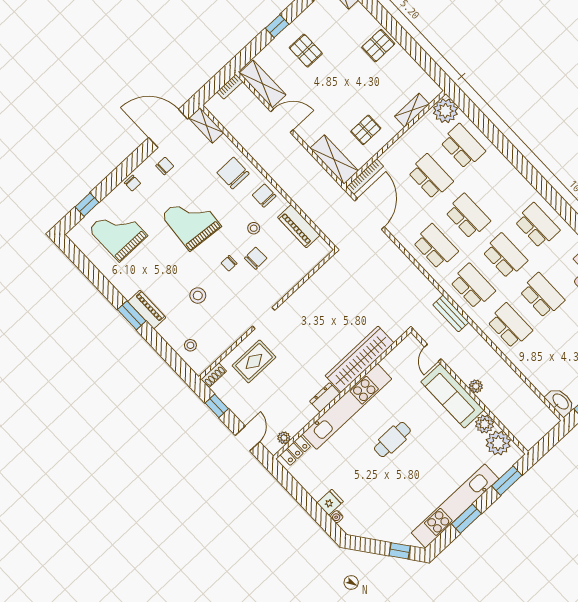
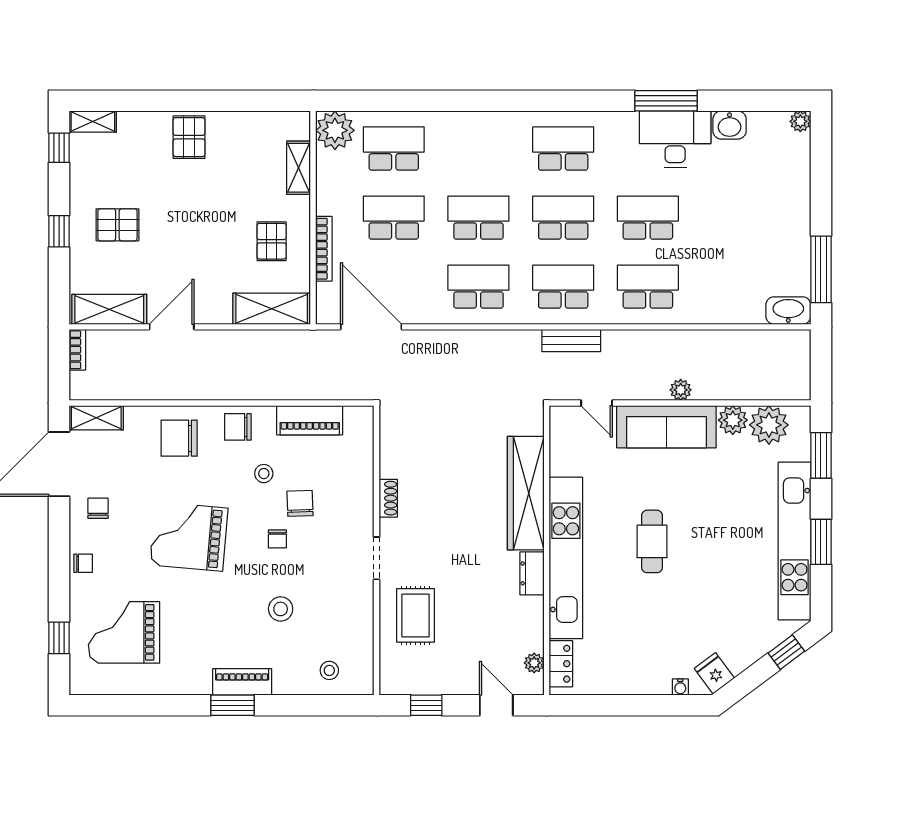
bookcase: (365, 177) -> (324, 249), moved
shoe rack: (214, 375) -> (388, 498), moved
fridge: (330, 502) -> (714, 673), moved, turned -37

